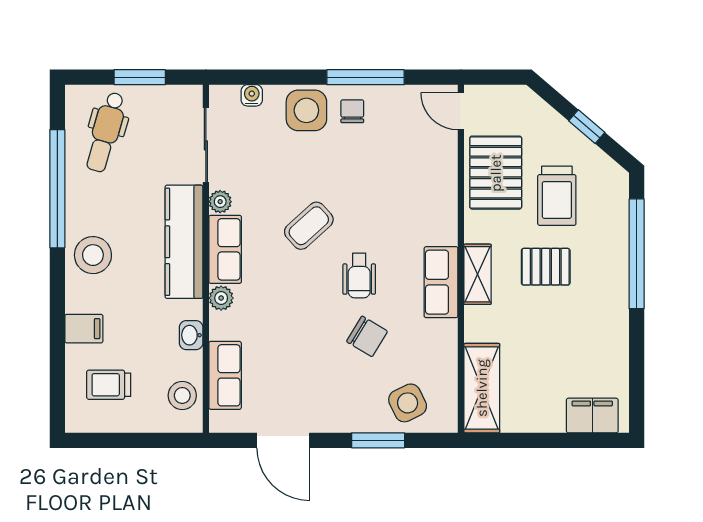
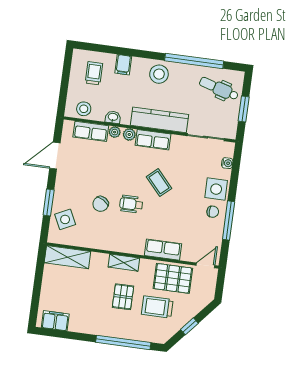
plant: (220, 202) -> (115, 132), moved
row of seats: (441, 282) -> (163, 250), moved
filing cabinet: (592, 416) -> (55, 321), moved, turned -90

